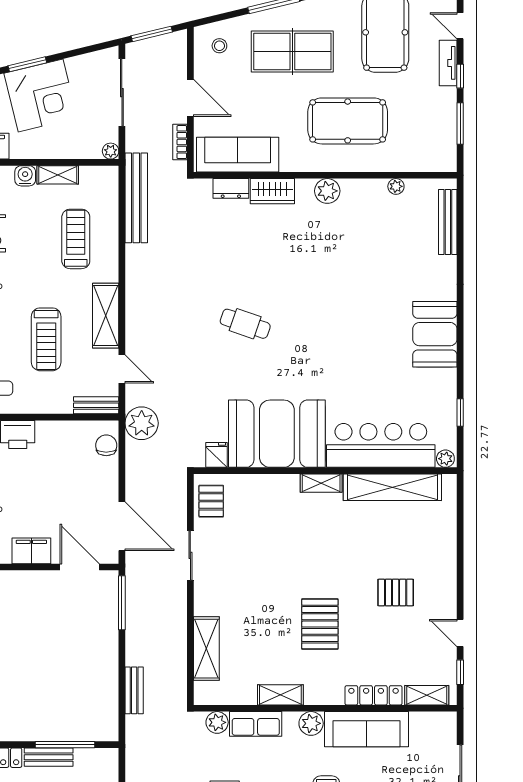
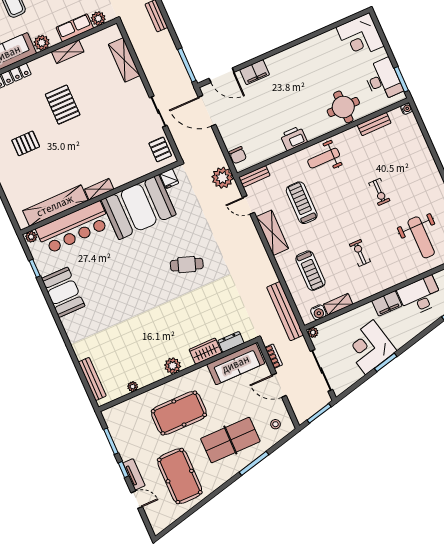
water cooler: (25, 176) -> (318, 312), moved
booth: (435, 334) -> (63, 292), moved

